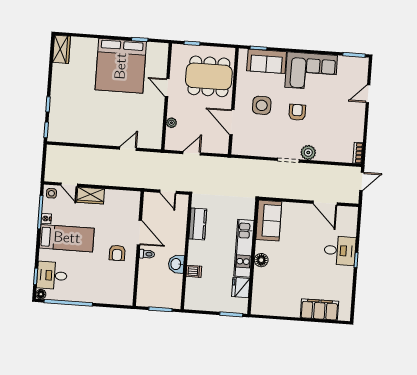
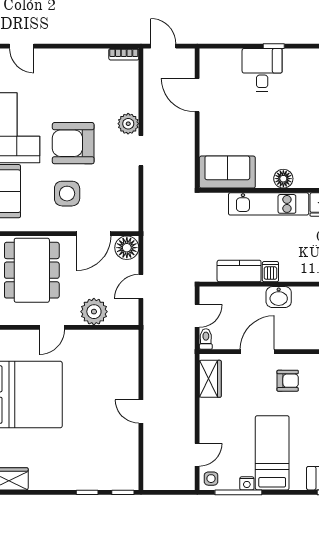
door: (368, 94) -> (22, 46), moved
armchair: (297, 112) -> (73, 143), width x1.88, depth x1.88
plant: (171, 123) -> (94, 312), width x1.87, depth x1.87
floor lamp: (220, 145) -> (127, 248), added
door: (128, 149) -> (141, 412), moved
door: (192, 153) -> (141, 287), hinge flipped
wardrobe: (91, 196) -> (210, 379), moved
door: (325, 203) -> (197, 95), swing flipped
toilet: (147, 254) -> (206, 339), moved
washbasin: (176, 264) -> (279, 297), moved
dishwasher: (194, 271) -> (270, 272), moved

